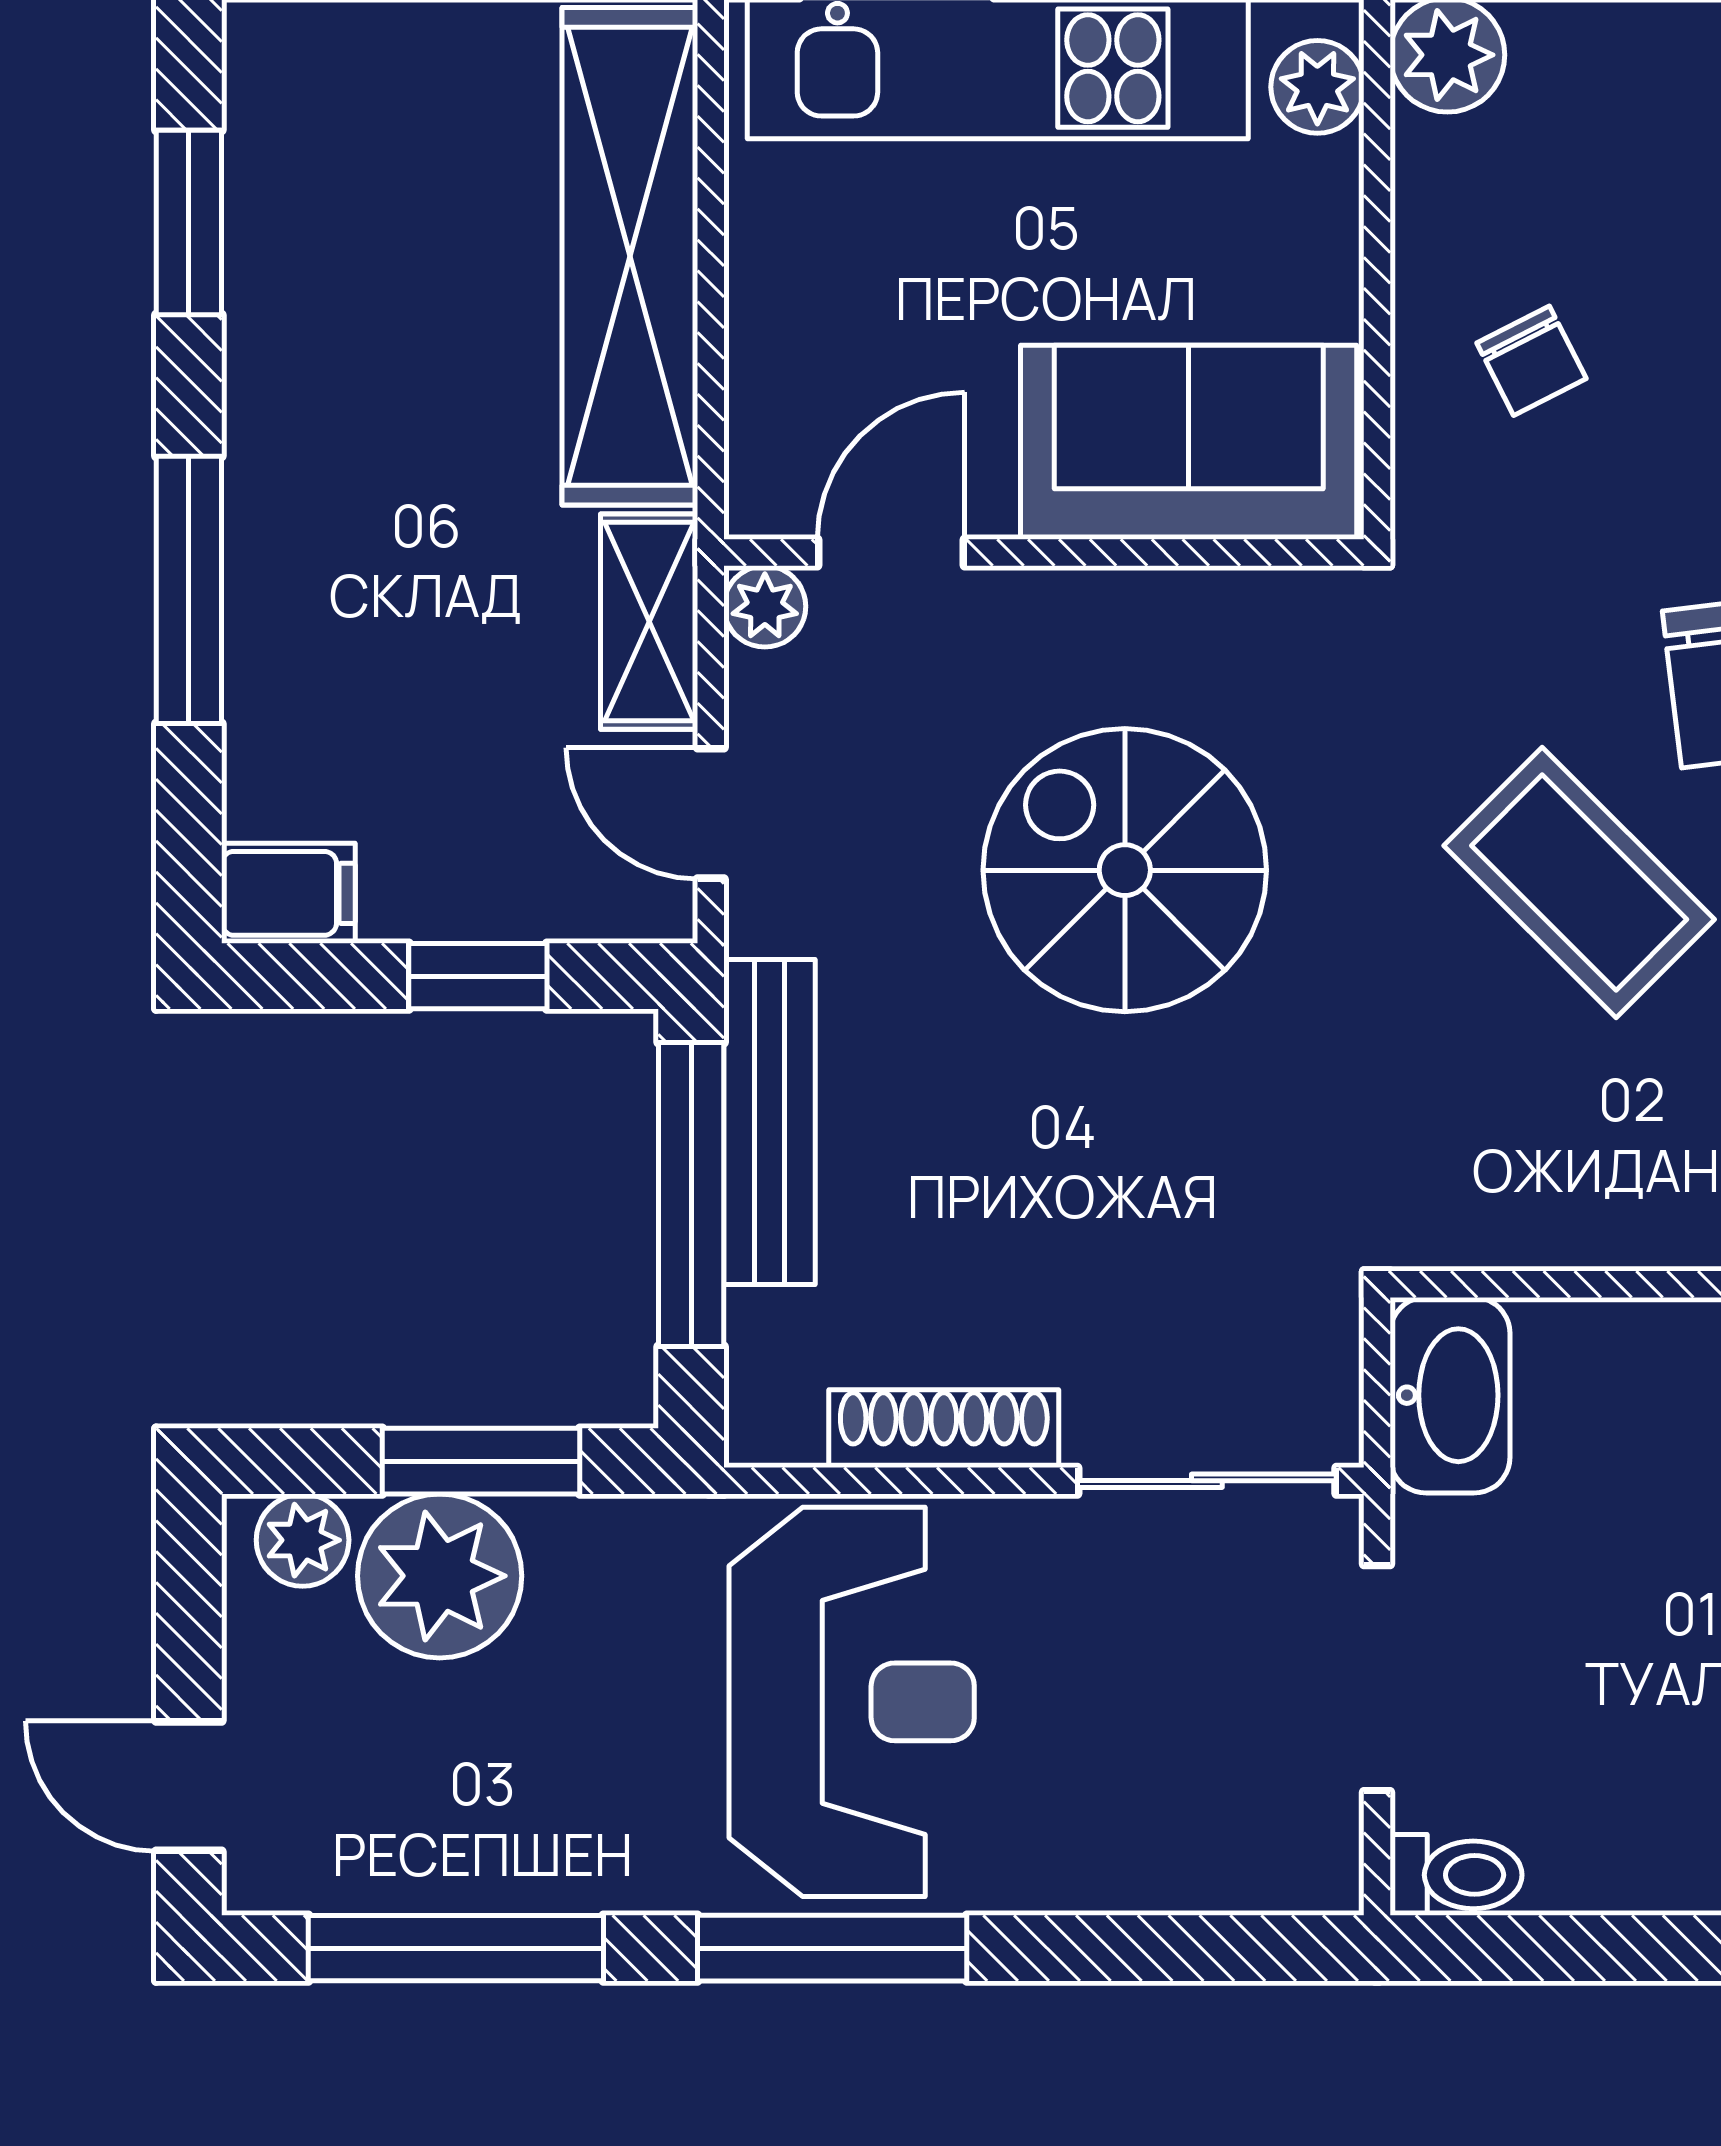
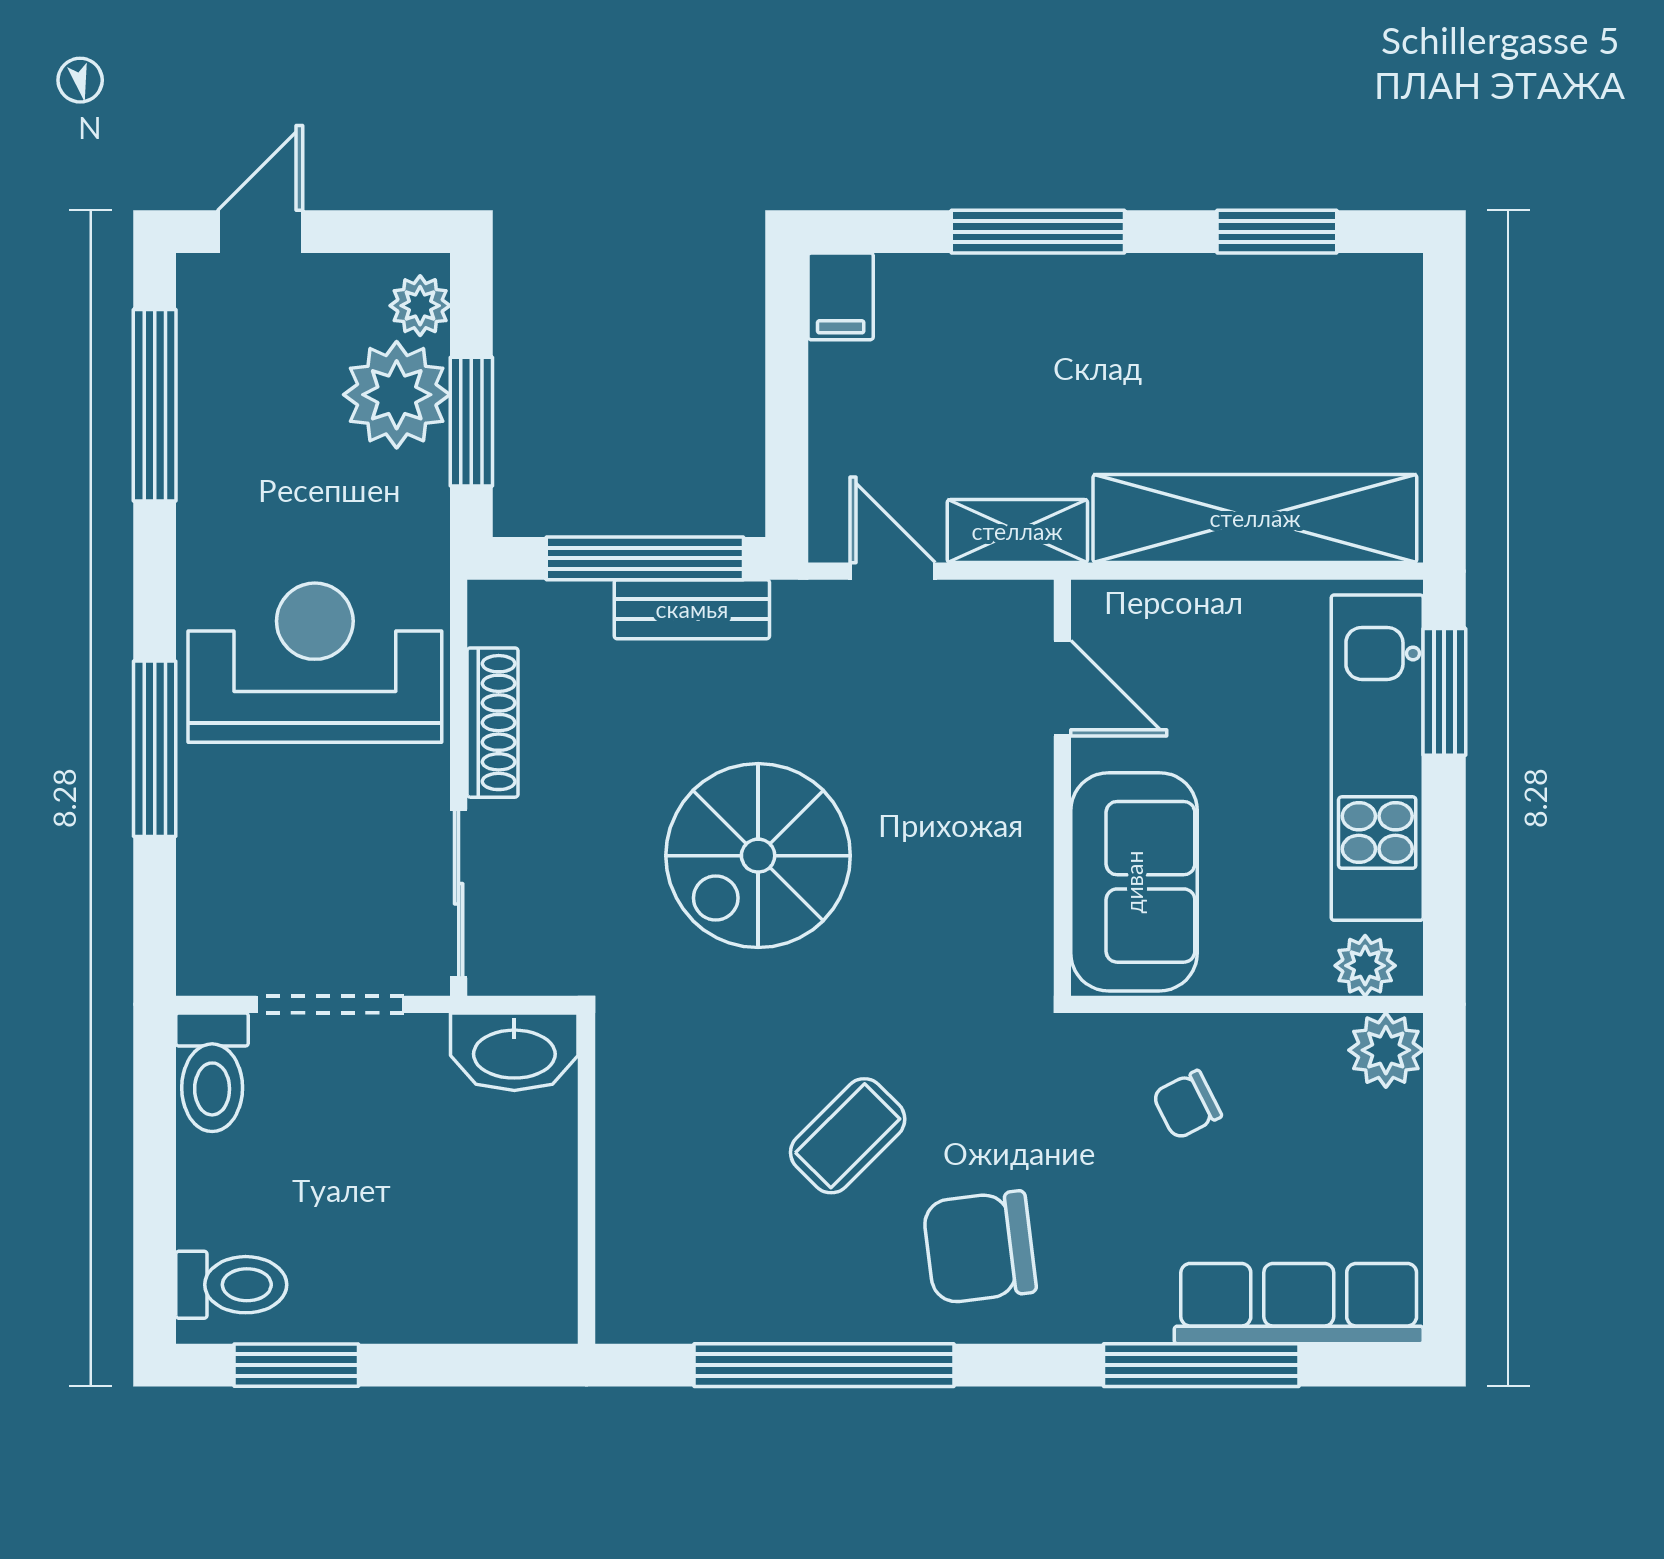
plant: (765, 606) -> (1027, 606), removed
door: (711, 813) -> (893, 571), hinge flipped
spiral stairs: (1125, 870) -> (758, 856), moved, turned 180
coffee table: (1579, 882) -> (848, 1136), width x0.73, depth x0.77
window: (478, 976) -> (787, 420), removed
bench: (769, 1122) -> (692, 609), width x0.73
reception desk: (852, 1702) -> (315, 663), turned 180
toilet: (1456, 1875) -> (212, 1072), width x1.37, depth x1.39
window: (832, 1948) -> (155, 749), moved

